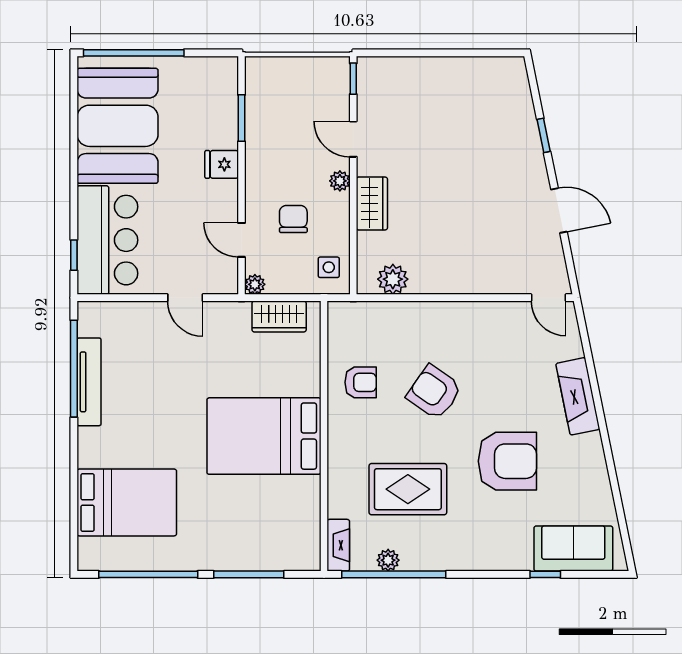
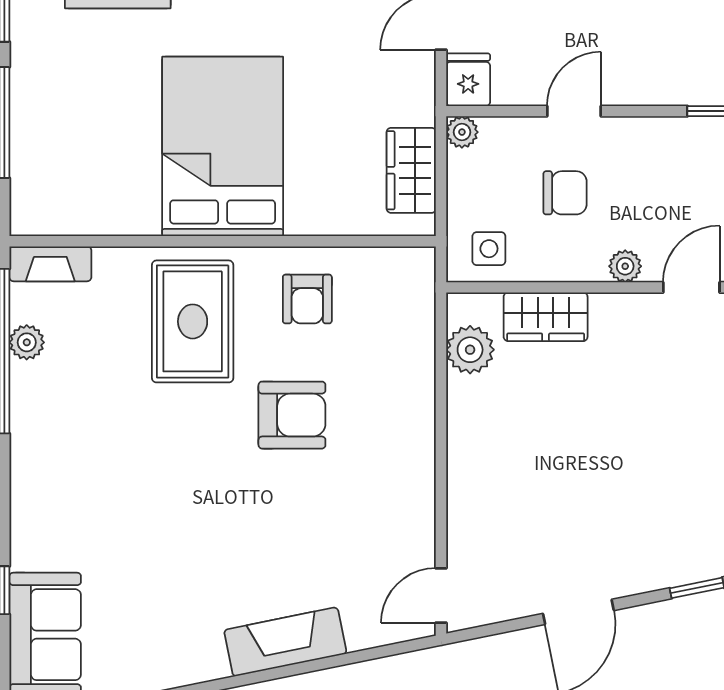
fridge: (222, 164) -> (468, 80), moved
wardrobe: (372, 203) -> (546, 317), moved
door: (242, 240) -> (574, 111), moved
armchair: (434, 392) -> (292, 415), turned 55
armchair: (507, 461) -> (183, 531), removed
rug: (408, 489) -> (193, 321), moved

